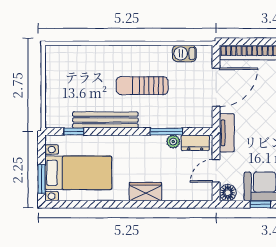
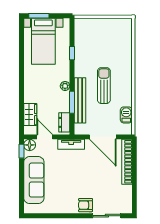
bench: (105, 120) -> (80, 100), moved
window: (74, 132) -> (72, 53), moved
plant: (173, 142) -> (65, 86), moved
wardrobe: (145, 192) -> (30, 115), moved
window: (260, 204) -> (21, 151), moved

